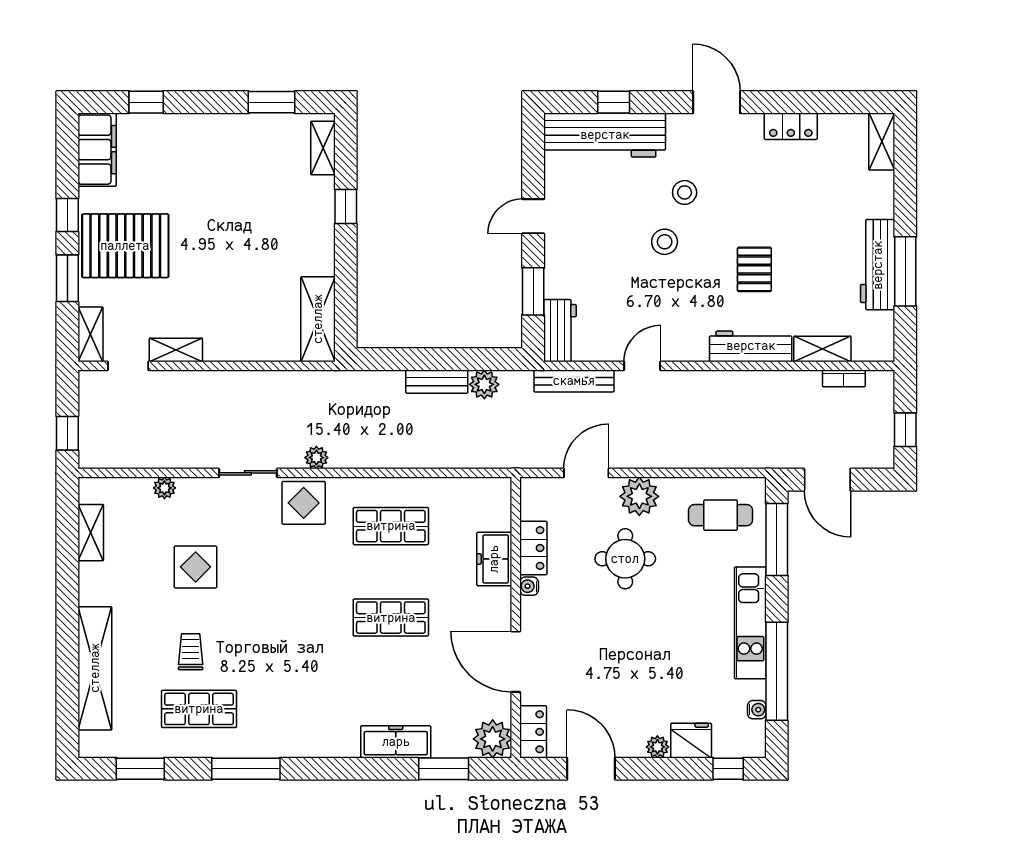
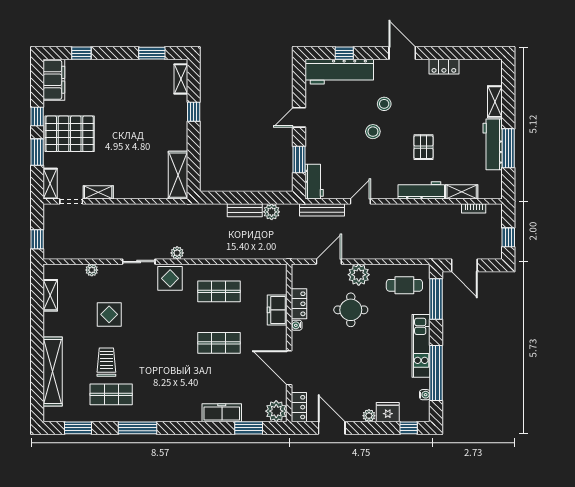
shelving: (882, 142) -> (495, 102), moved
trolley: (191, 652) -> (106, 362), width x1.36, depth x1.39

